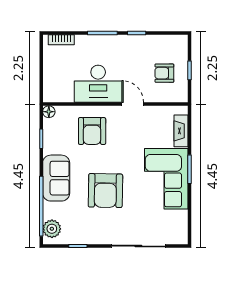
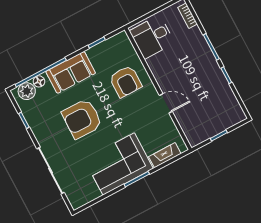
armchair: (164, 73) -> (205, 116), removed
desk: (98, 84) -> (152, 37), moved, width x0.73
door: (133, 104) -> (166, 103), hinge flipped
floor lamp: (49, 112) -> (39, 81), moved
armchair: (92, 131) -> (125, 81), turned -90

